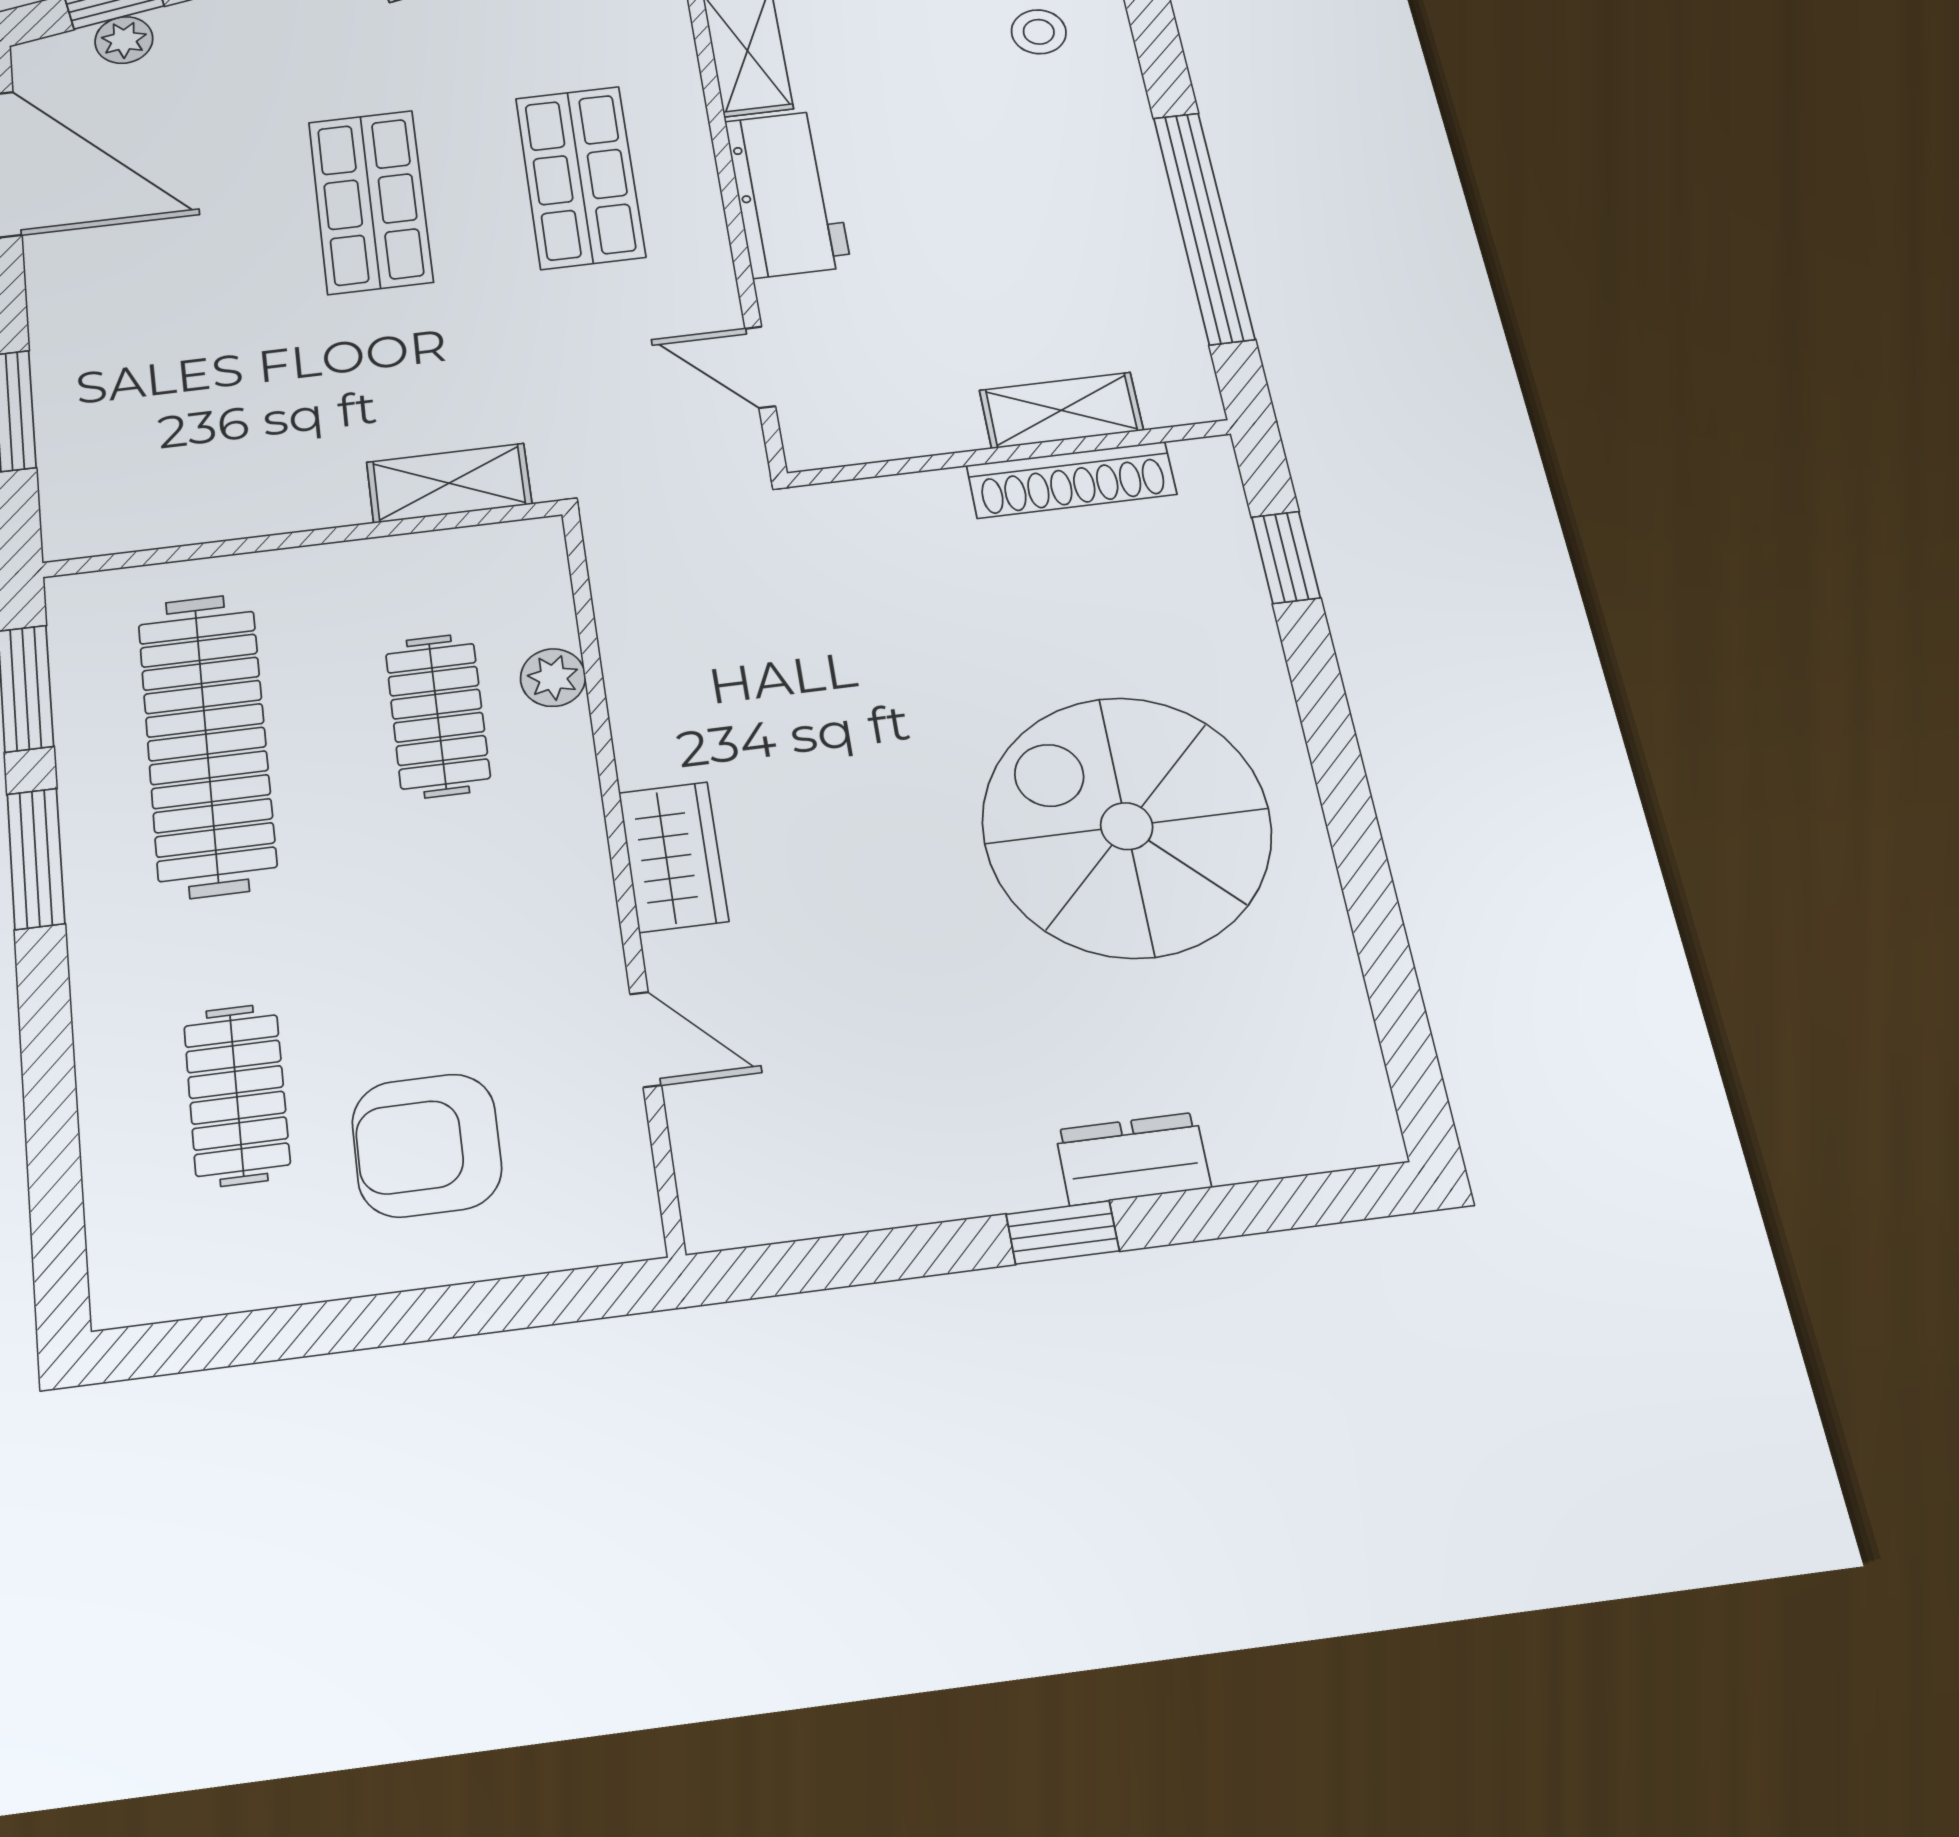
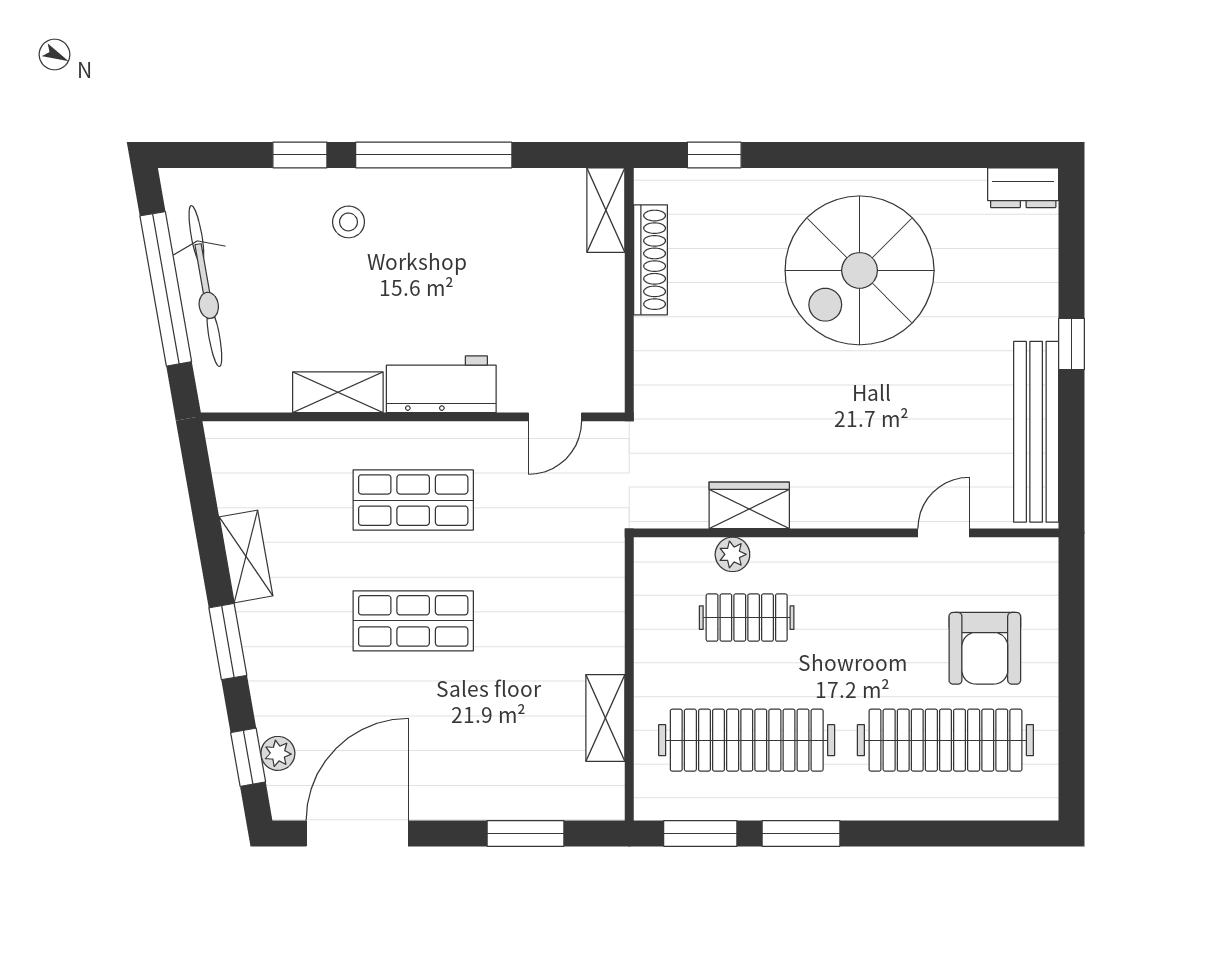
window: (1204, 227) -> (434, 155), moved
shelving: (1061, 410) -> (606, 210), moved
shelving: (449, 483) -> (605, 718), moved
wardrobe: (673, 857) -> (749, 505), moved
clothes rail: (237, 1095) -> (945, 740), width x1.86, depth x1.31
dresser: (1133, 1159) -> (1023, 188), moved, turned -90
bench: (873, 1187) -> (1036, 432), added

